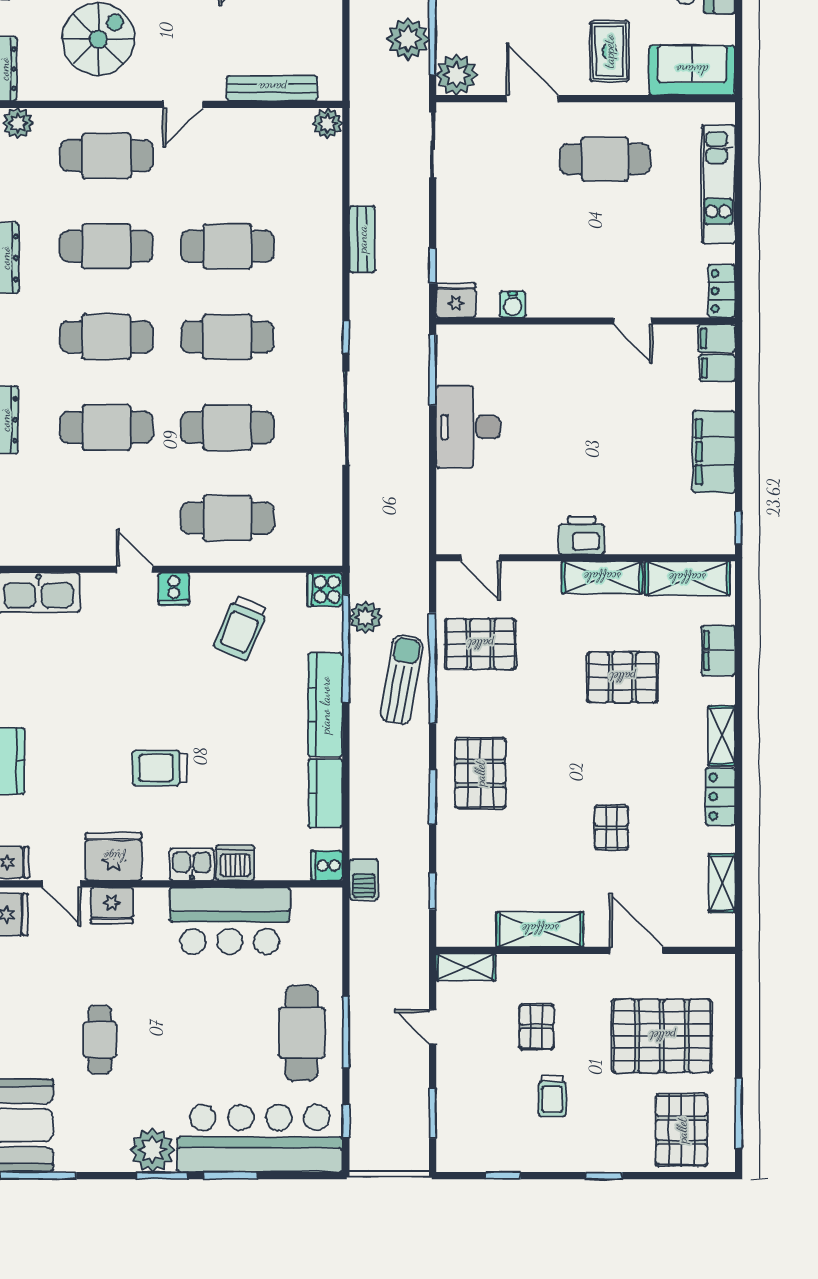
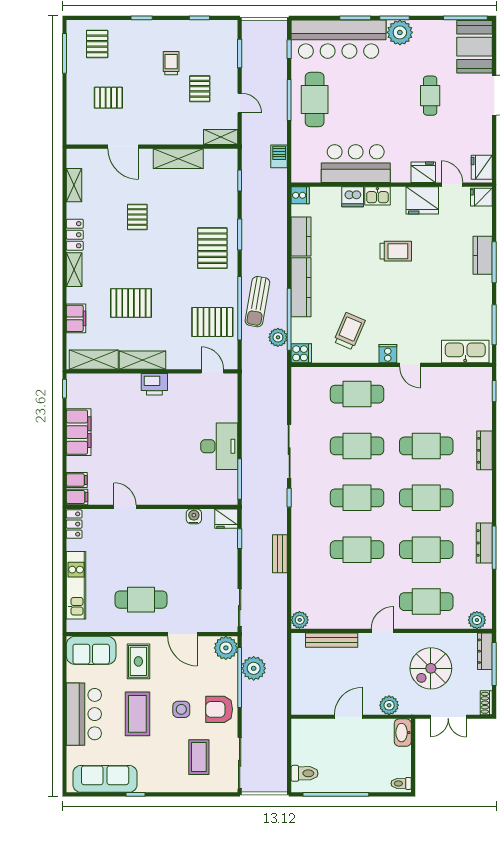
barbecue: (364, 880) -> (279, 156), moved
pallet: (536, 1027) -> (200, 89), moved
pallet: (662, 1036) -> (108, 98), width x0.49, depth x0.50
pallet: (682, 1130) -> (97, 44), width x0.67, depth x0.71

